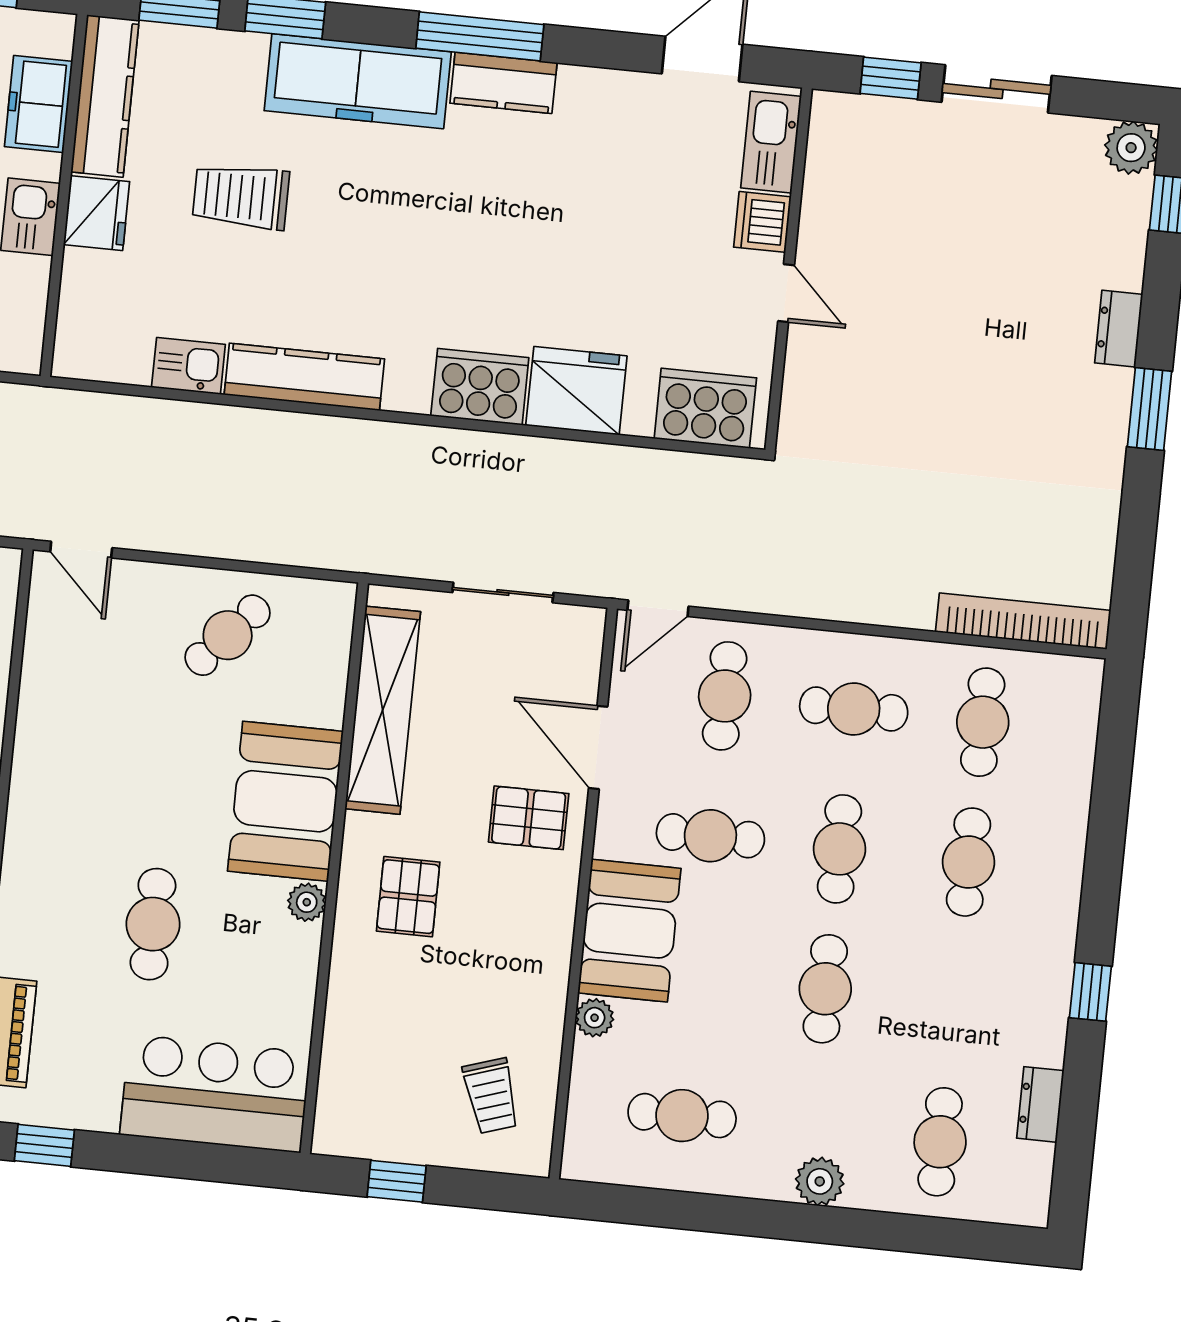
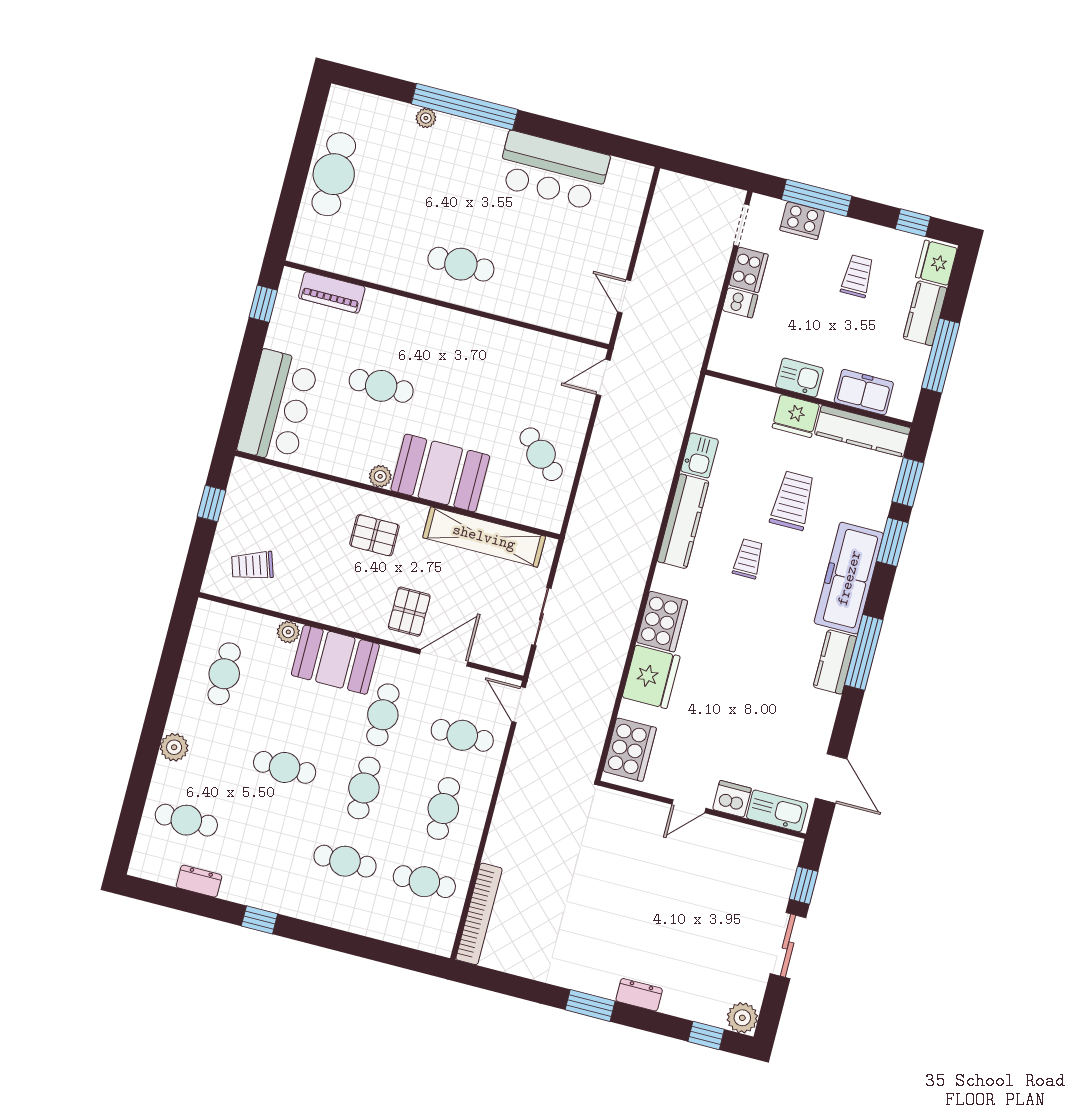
trolley: (351, 257) -> (748, 559), added
cafe table: (839, 849) -> (364, 788), turned 90

